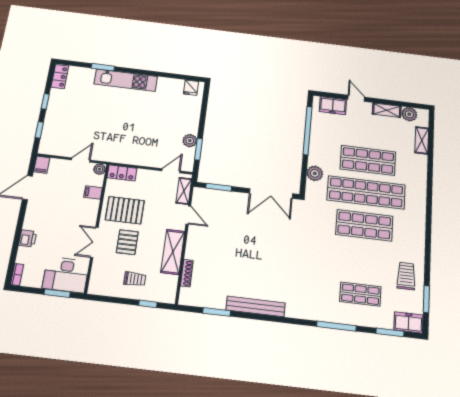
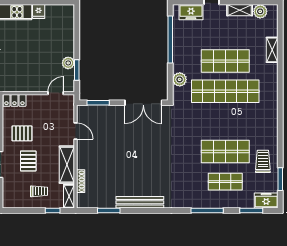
fridge: (191, 88) -> (39, 12), moved
shelving: (422, 140) -> (272, 50), moved
shelving: (184, 191) -> (69, 196), moved
pallet: (125, 210) -> (22, 133), width x0.67, depth x0.71
shop shelf: (364, 225) -> (225, 151), moved

